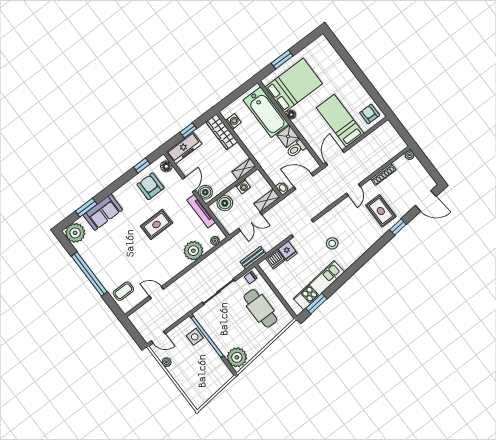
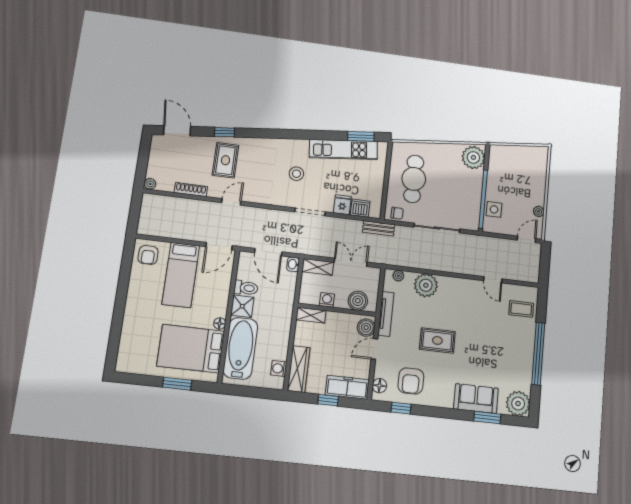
door: (158, 337) -> (526, 239), hinge flipped

